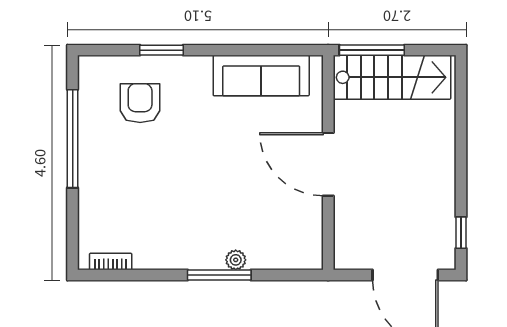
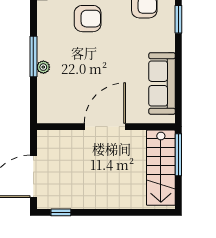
armchair: (160, 191) -> (88, 19), added

